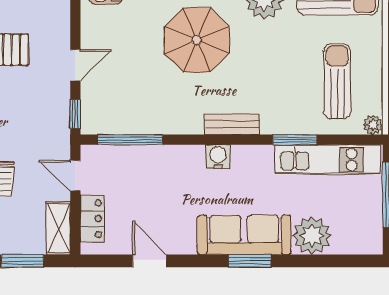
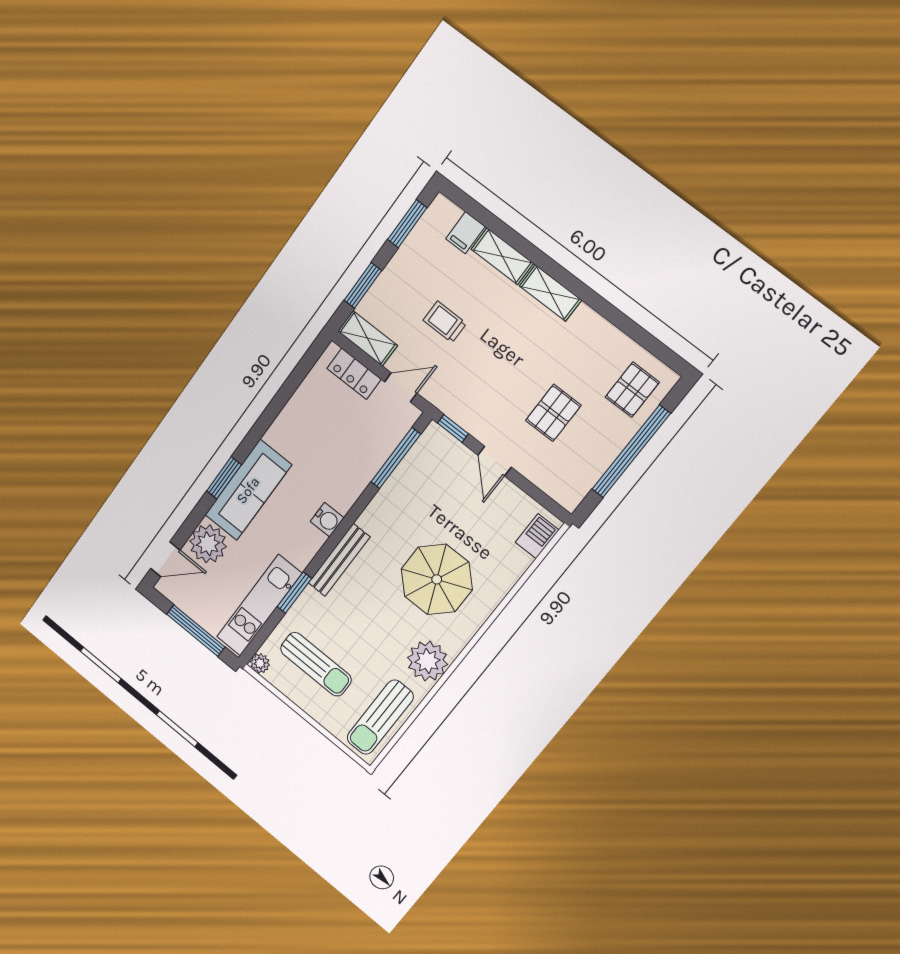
bench: (232, 124) -> (339, 560), width x1.36
door: (149, 261) -> (165, 559), moved

